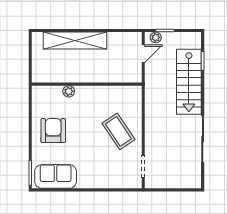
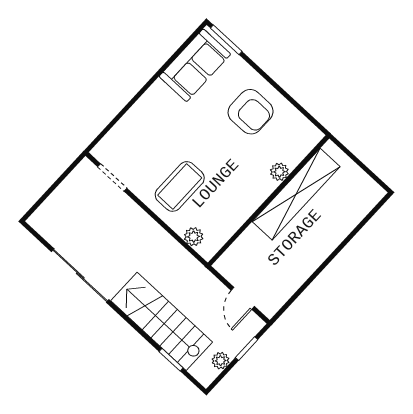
plant: (156, 37) -> (221, 361), moved
shelving: (75, 41) -> (296, 194), moved
plant: (136, 103) -> (194, 237), added
coffee table: (118, 131) -> (180, 186), turned -56

